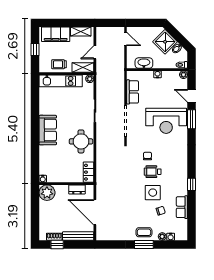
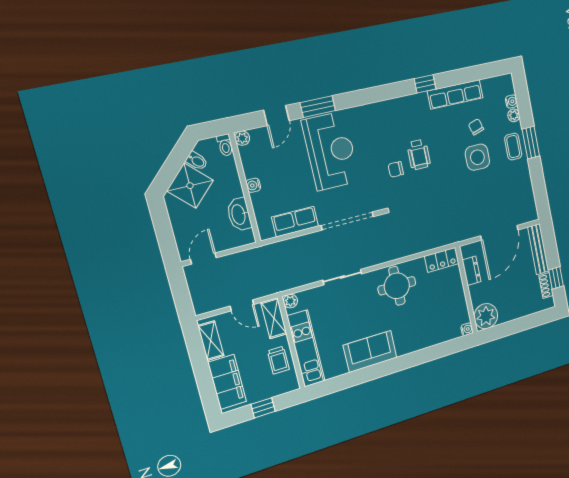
sofa: (48, 130) -> (370, 351), moved
side table: (153, 193) -> (477, 157), moved
row of seats: (182, 207) -> (455, 94), width x1.48

